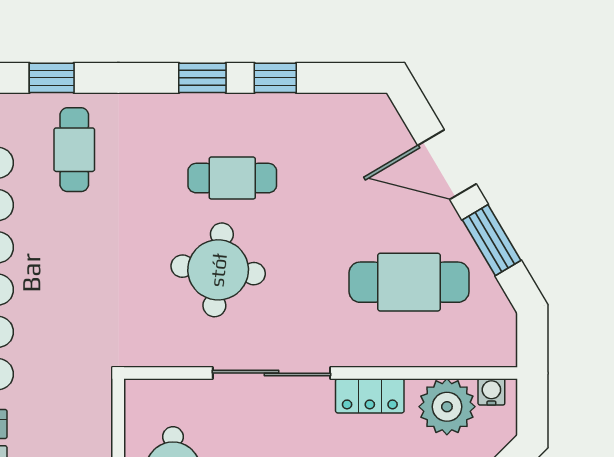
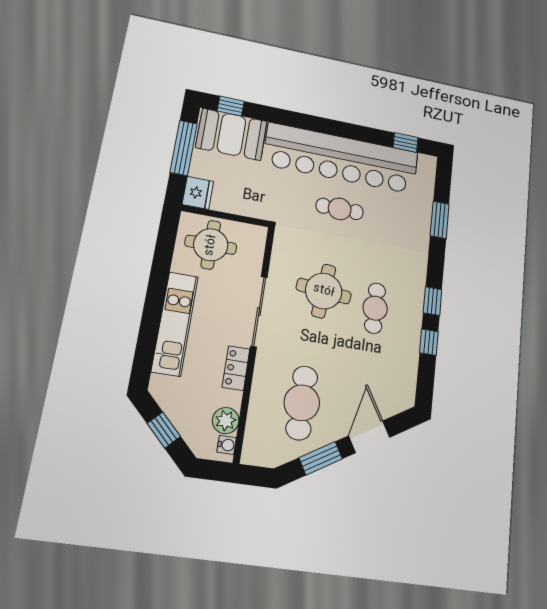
window: (52, 78) -> (440, 220), width x1.50
cafe table: (74, 150) -> (340, 209), moved
plant: (447, 407) -> (226, 421), width x0.73, depth x0.73

